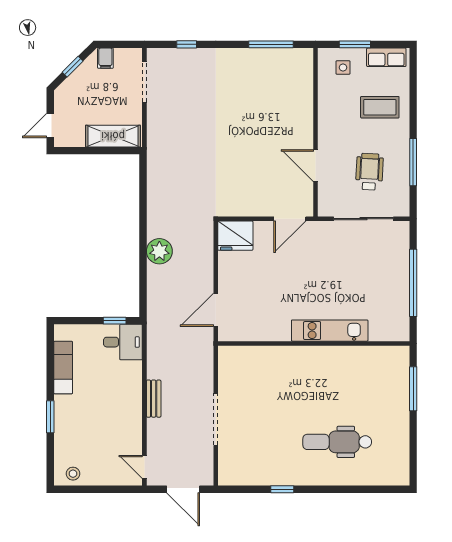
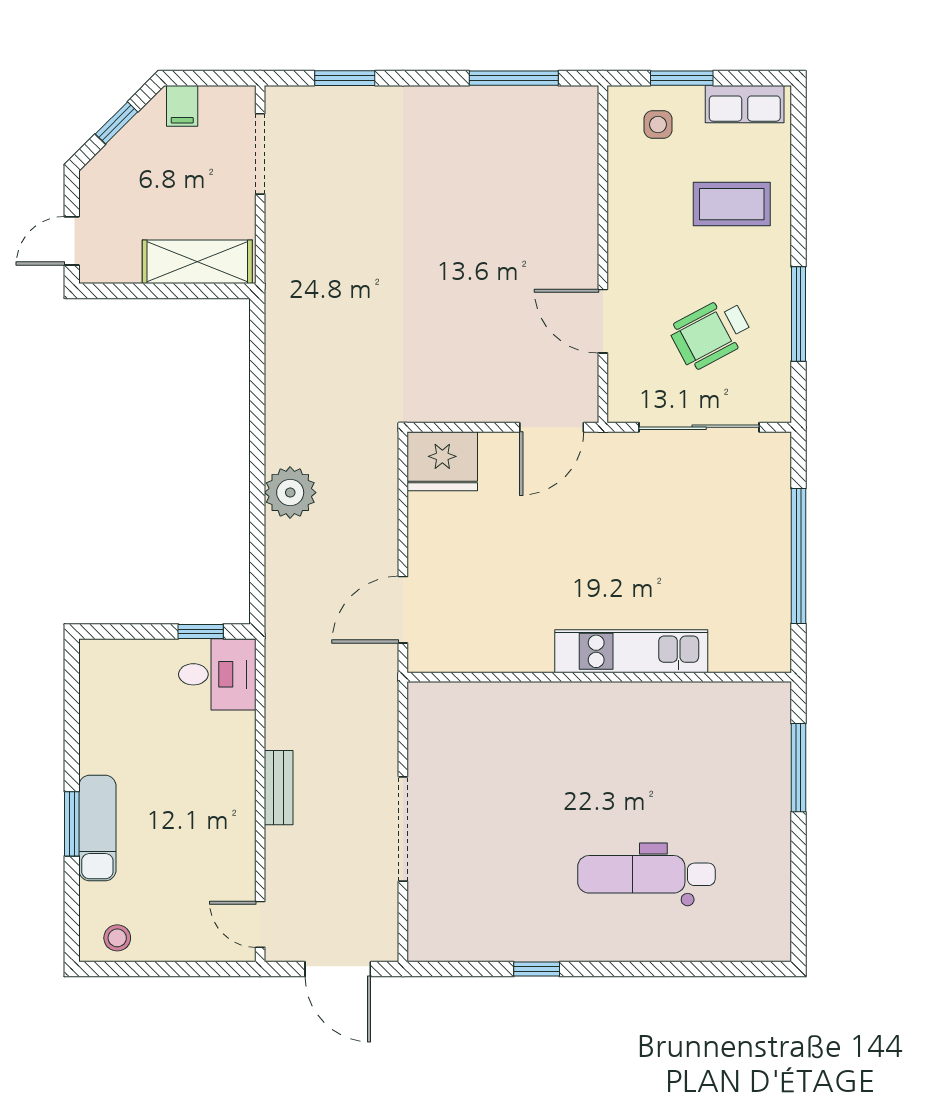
window: (187, 44) -> (345, 78), width x1.50
wheelchair: (369, 172) -> (711, 333), turned -121
exam couch: (63, 367) -> (97, 828), moved

